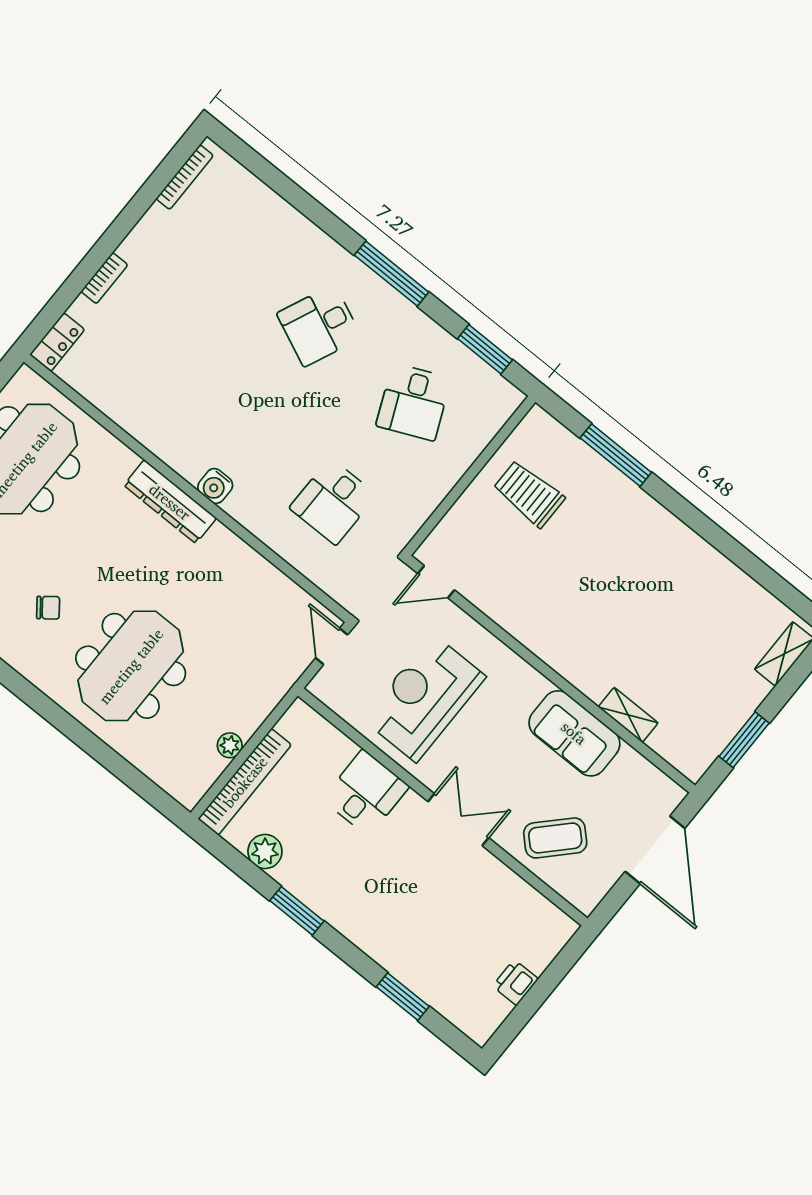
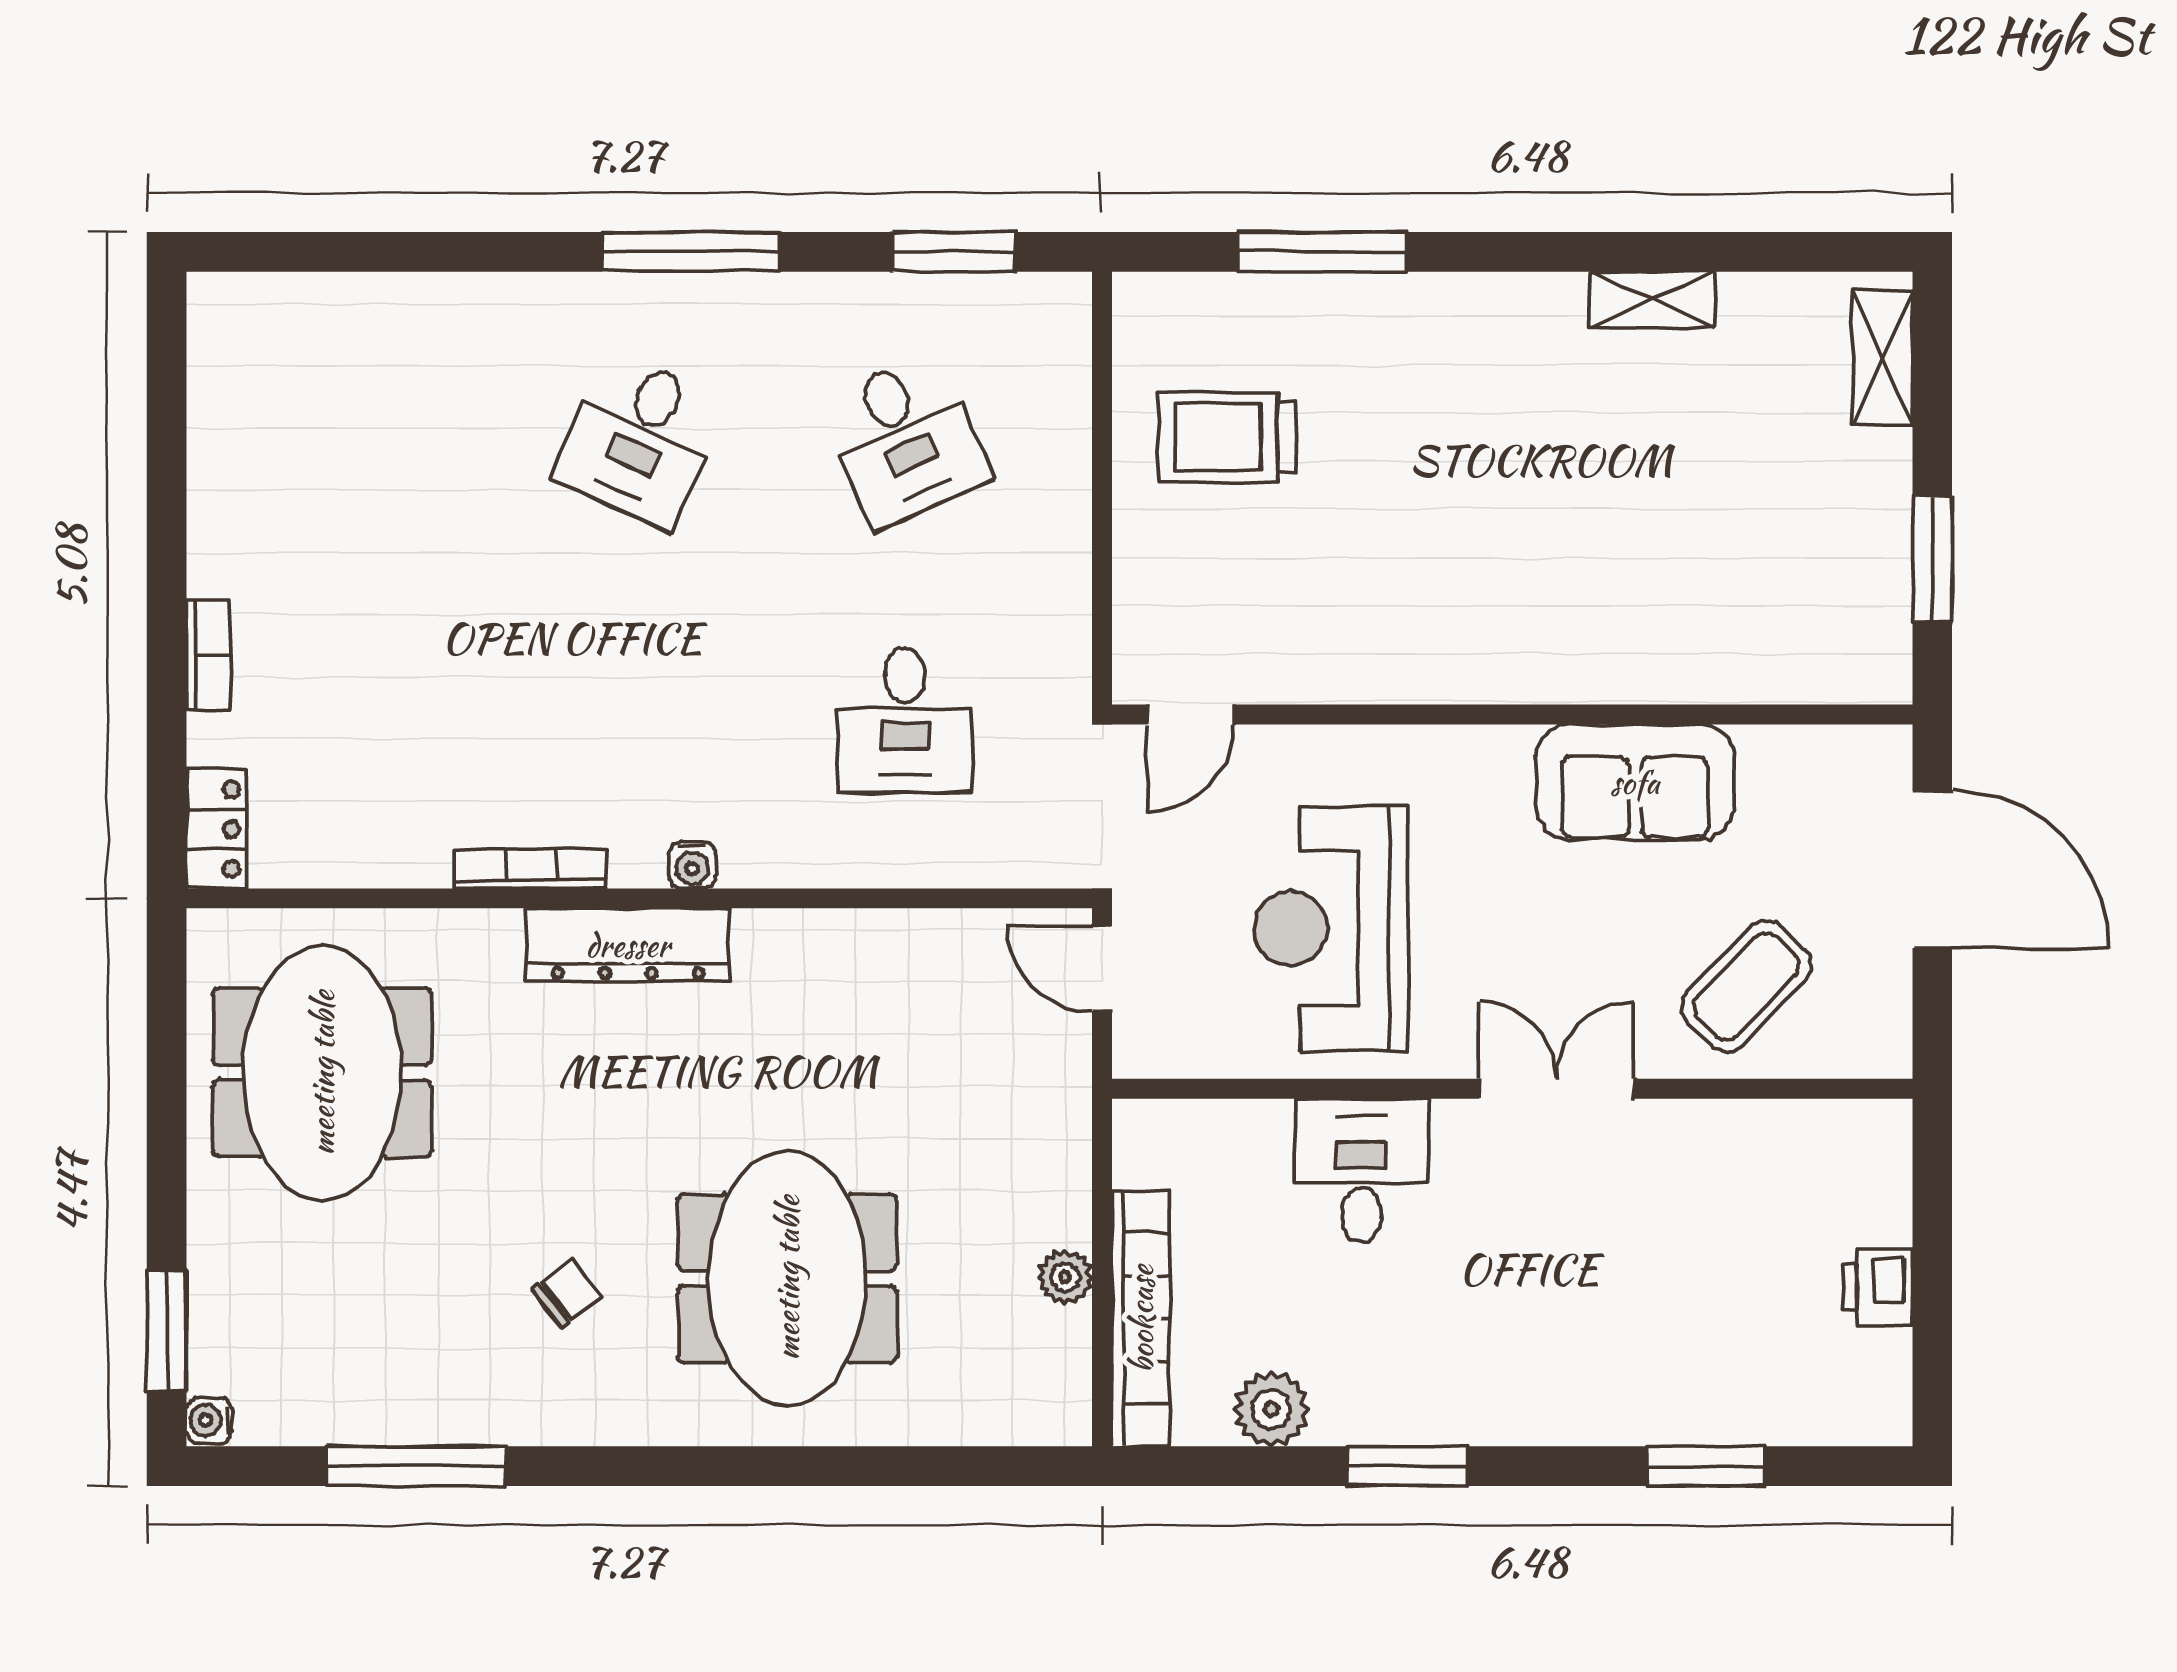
bookcase: (185, 177) -> (531, 869), moved, turned -90
water cooler: (215, 486) -> (692, 865), width x0.72, depth x0.72
shelving: (628, 715) -> (1653, 300), moved

